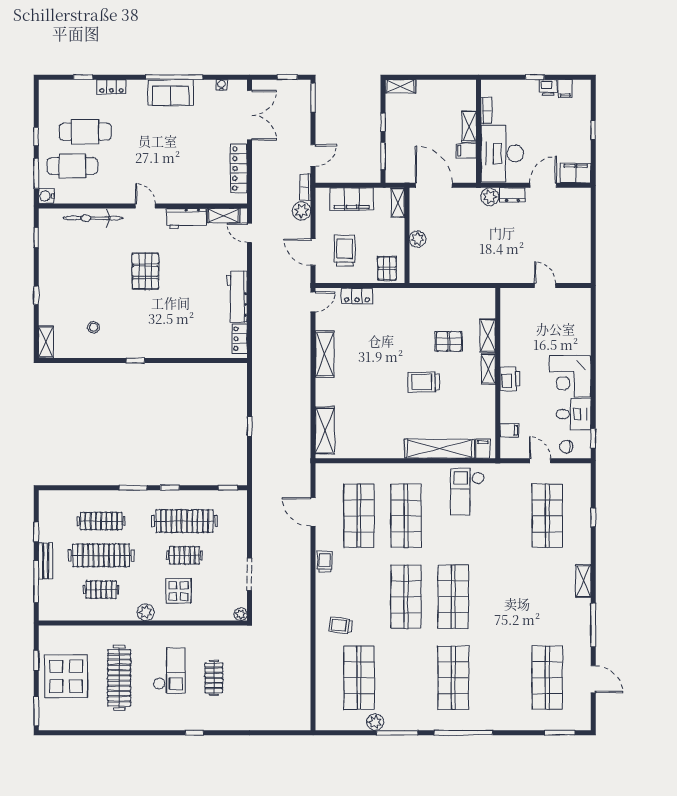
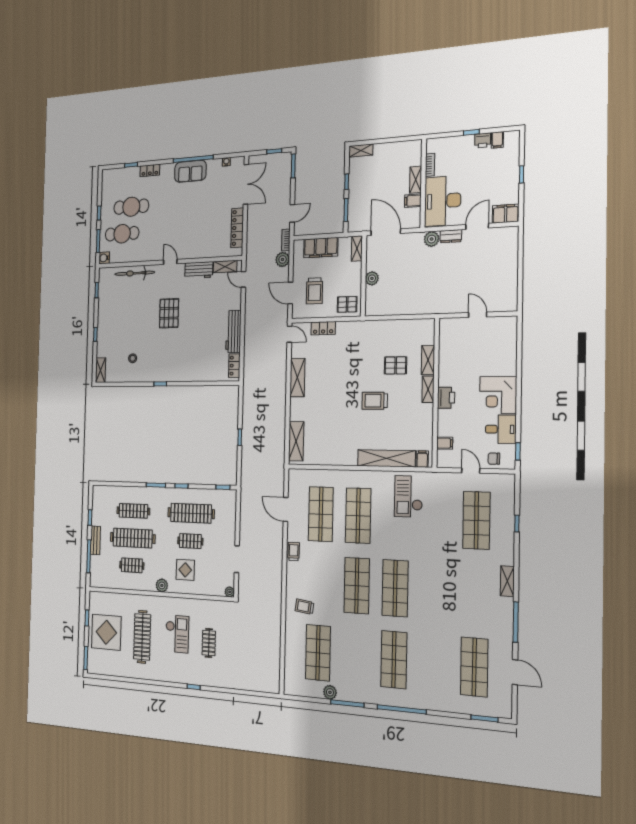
trolley: (345, 251) -> (315, 291), turned 180
pallet: (387, 268) -> (347, 304), turned 90
door: (313, 302) -> (289, 334), hinge flipped

